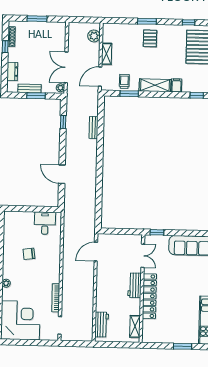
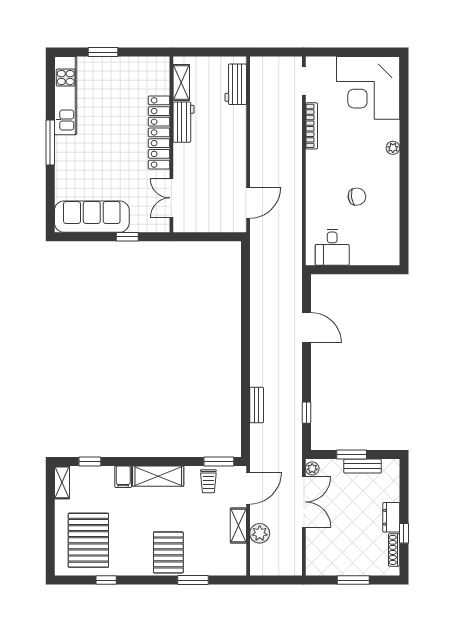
window: (147, 21) -> (193, 580), moved
plant: (94, 36) -> (260, 533), moved
pallet: (150, 38) -> (168, 552), width x1.50, depth x1.42
dresser: (12, 71) -> (391, 517), moved
window: (129, 94) -> (219, 462), moved
window: (157, 232) -> (127, 237), moved
workbench: (135, 285) -> (184, 122), moved

